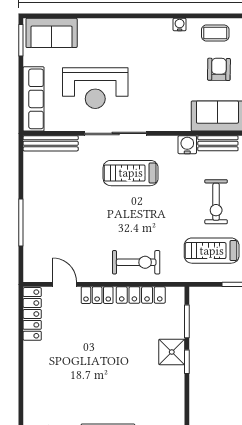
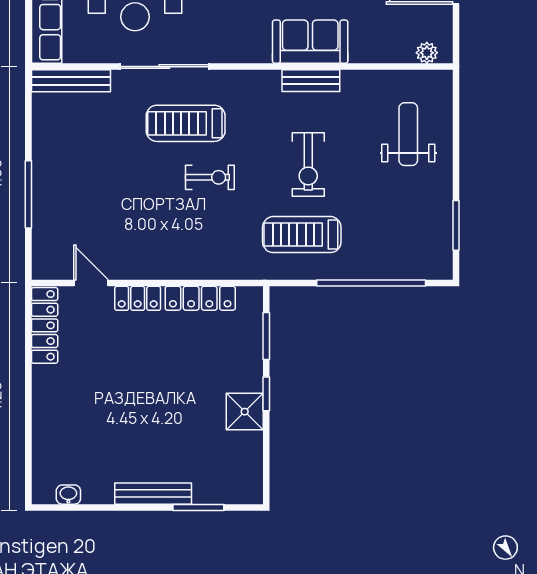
water cooler: (187, 145) -> (267, 83), removed
exercise bike: (136, 262) -> (210, 177), moved, width x0.73, depth x0.72
shower: (172, 352) -> (245, 412), moved

